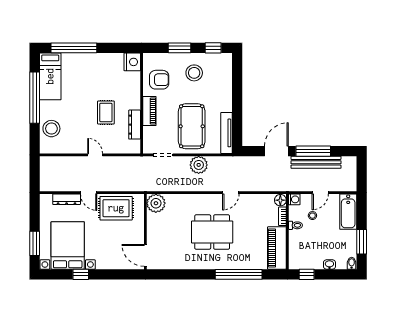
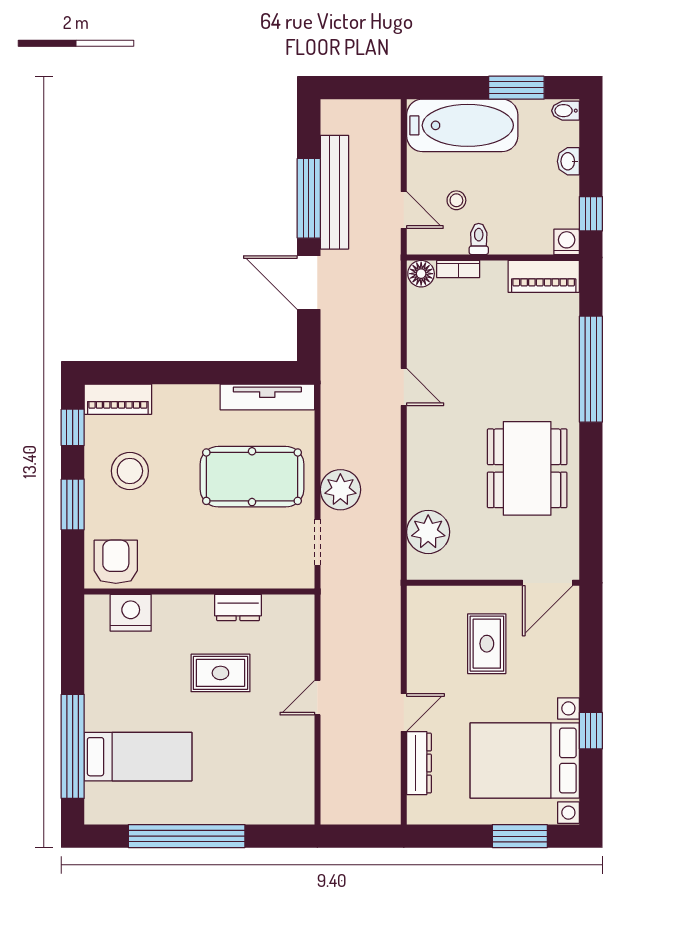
nightstand: (132, 62) -> (131, 613), moved
bed: (50, 76) -> (138, 757), moved
armchair: (159, 80) -> (116, 562), moved
piano: (149, 111) -> (118, 399), moved, turned 180
dresser: (135, 125) -> (238, 607), width x0.70
stool: (51, 129) -> (257, 798), removed
plant: (199, 165) -> (340, 490), moved
door: (320, 193) -> (404, 210), moved
washing machine: (294, 199) -> (567, 242), moved
plant: (156, 203) -> (428, 532), moved
rug: (116, 208) -> (487, 644), moved, width x0.73, depth x0.70
bathtub: (348, 212) -> (462, 125), width x1.36, depth x1.36
dining table: (212, 232) -> (527, 468), moved
piano: (277, 248) -> (544, 276), width x0.73, depth x0.75

